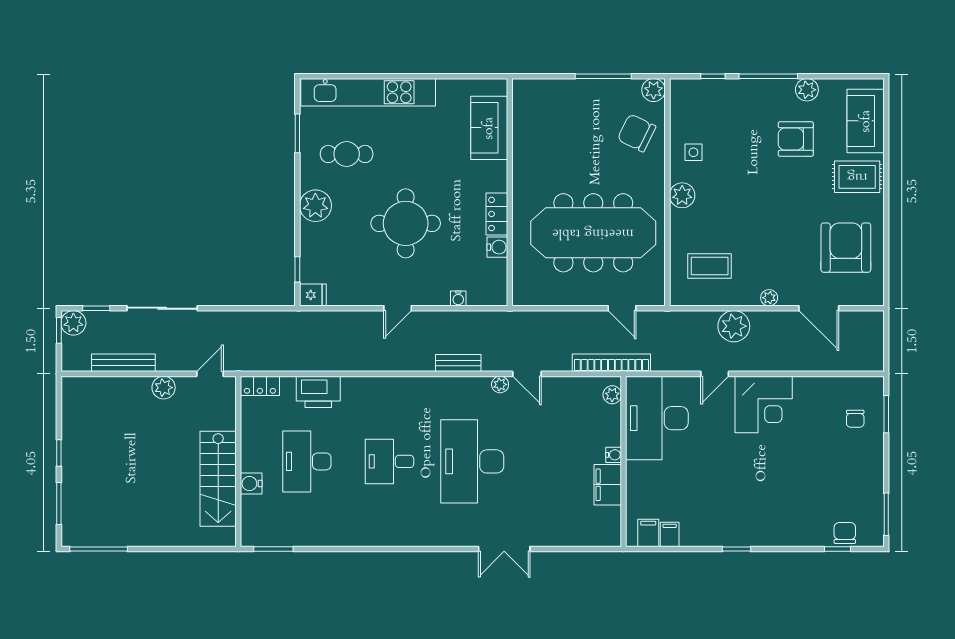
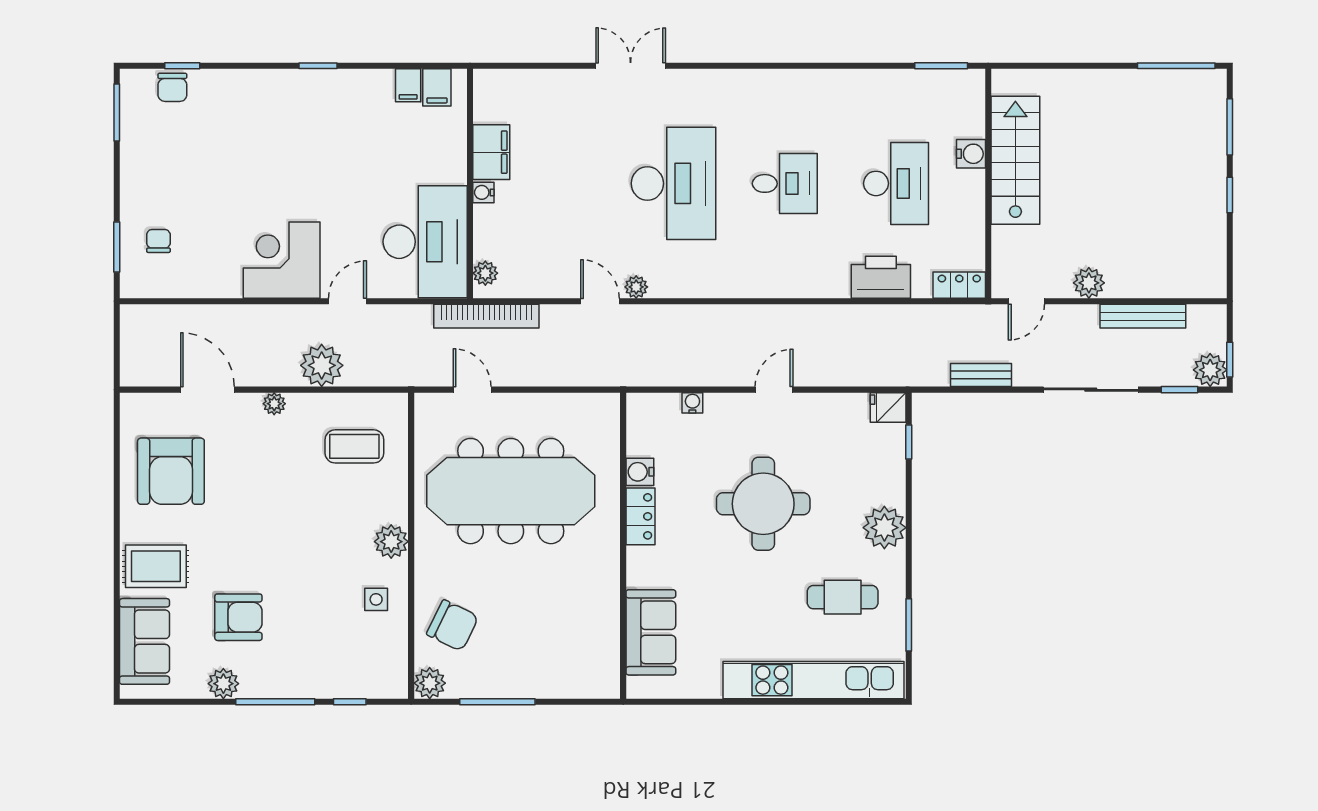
bench: (458, 363) -> (981, 375), moved

